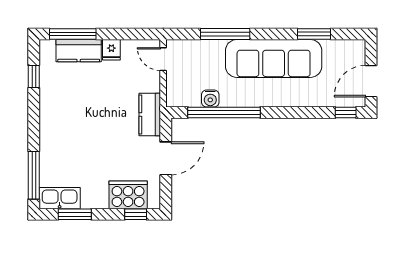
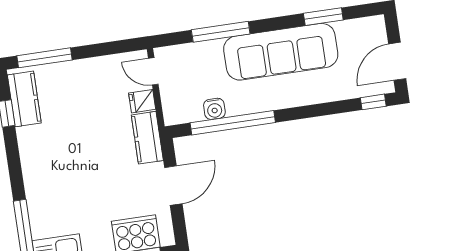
fridge: (111, 50) -> (142, 101), moved, turned 90
kitchen counter: (79, 51) -> (24, 99), moved, turned -90

